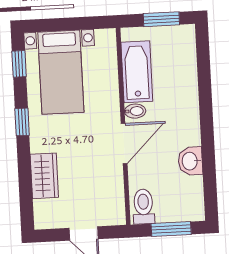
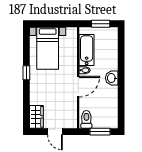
window: (19, 64) -> (26, 43), removed
washbasin: (190, 161) -> (112, 78), moved
wardrobe: (44, 176) -> (36, 117), moved

